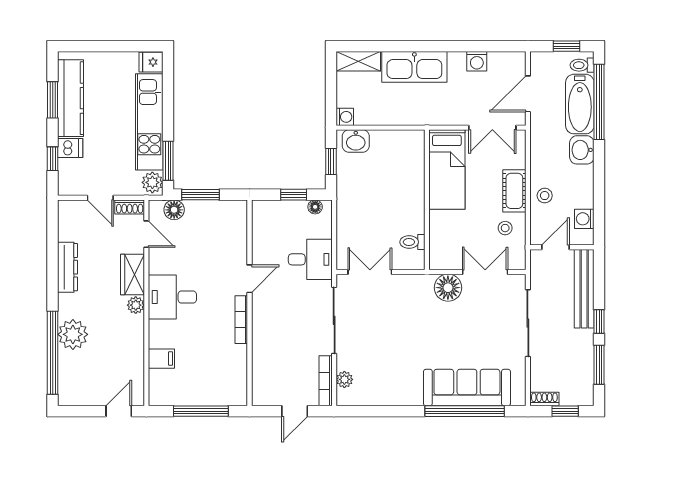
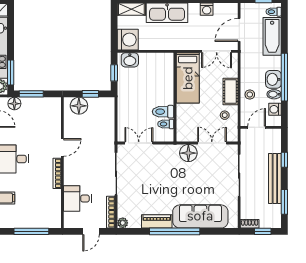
window: (599, 102) -> (284, 77), moved
washing machine: (345, 117) -> (128, 40), width x1.89, depth x1.89
washbasin: (582, 150) -> (273, 79), moved
bidet: (583, 195) -> (274, 94), added
floor lamp: (315, 207) -> (79, 106), moved, width x1.89, depth x1.89
toilet: (408, 223) -> (163, 112), added
desk: (310, 259) -> (77, 198), moved, turned 180
bench: (584, 289) -> (275, 178), moved
window: (599, 322) -> (284, 160), moved
plant: (344, 379) -> (123, 223), moved
piano: (398, 395) -> (157, 221), added
window: (465, 411) -> (175, 231), moved

